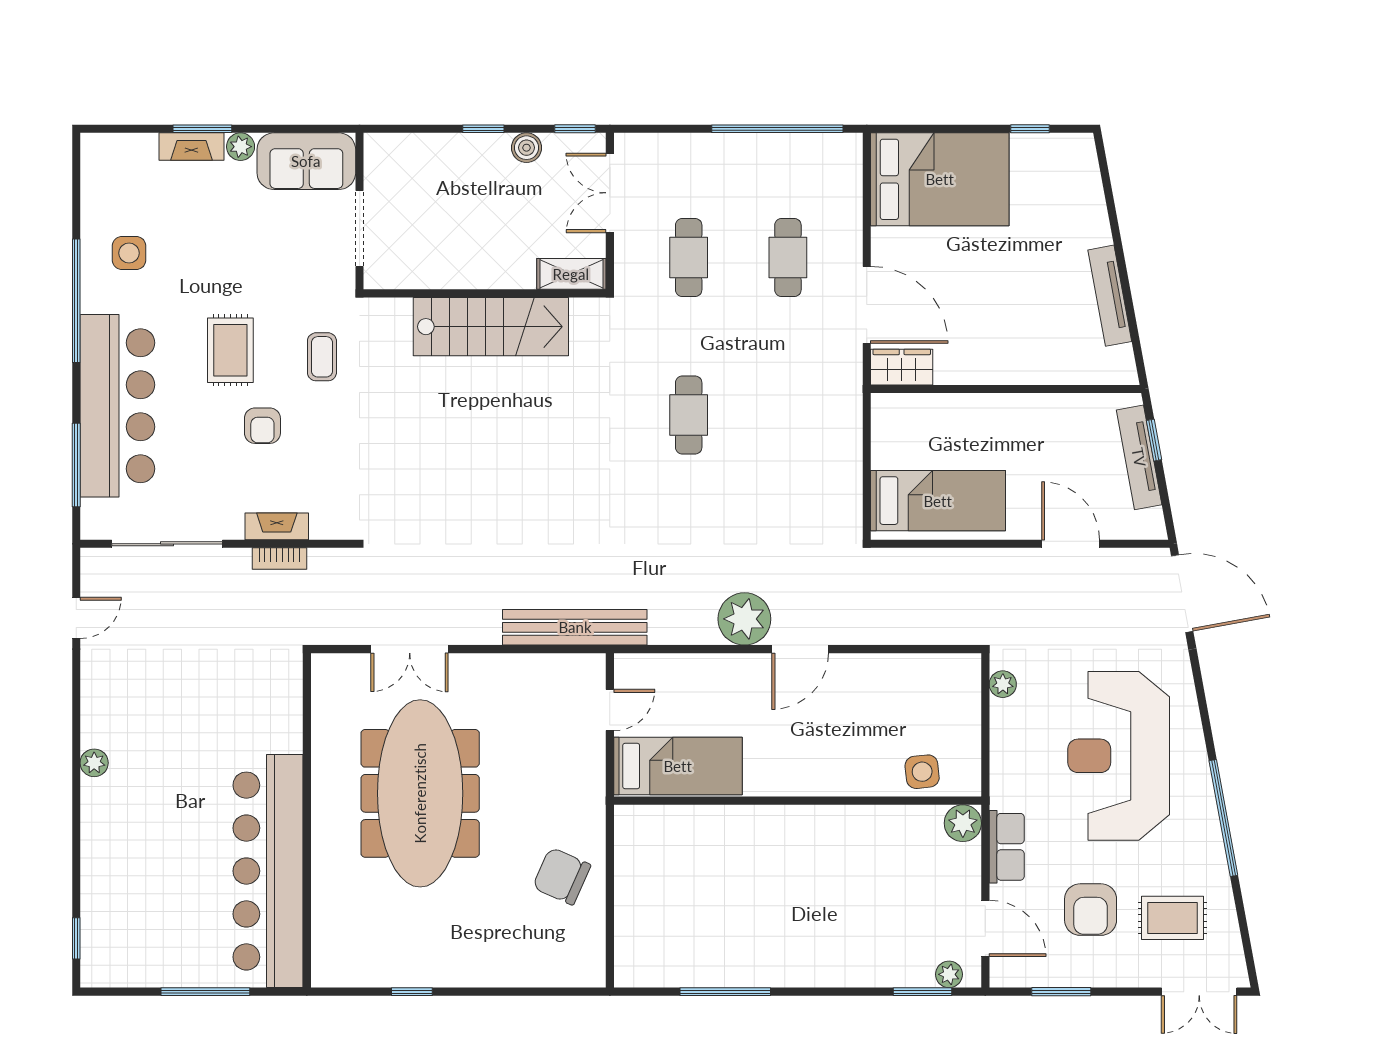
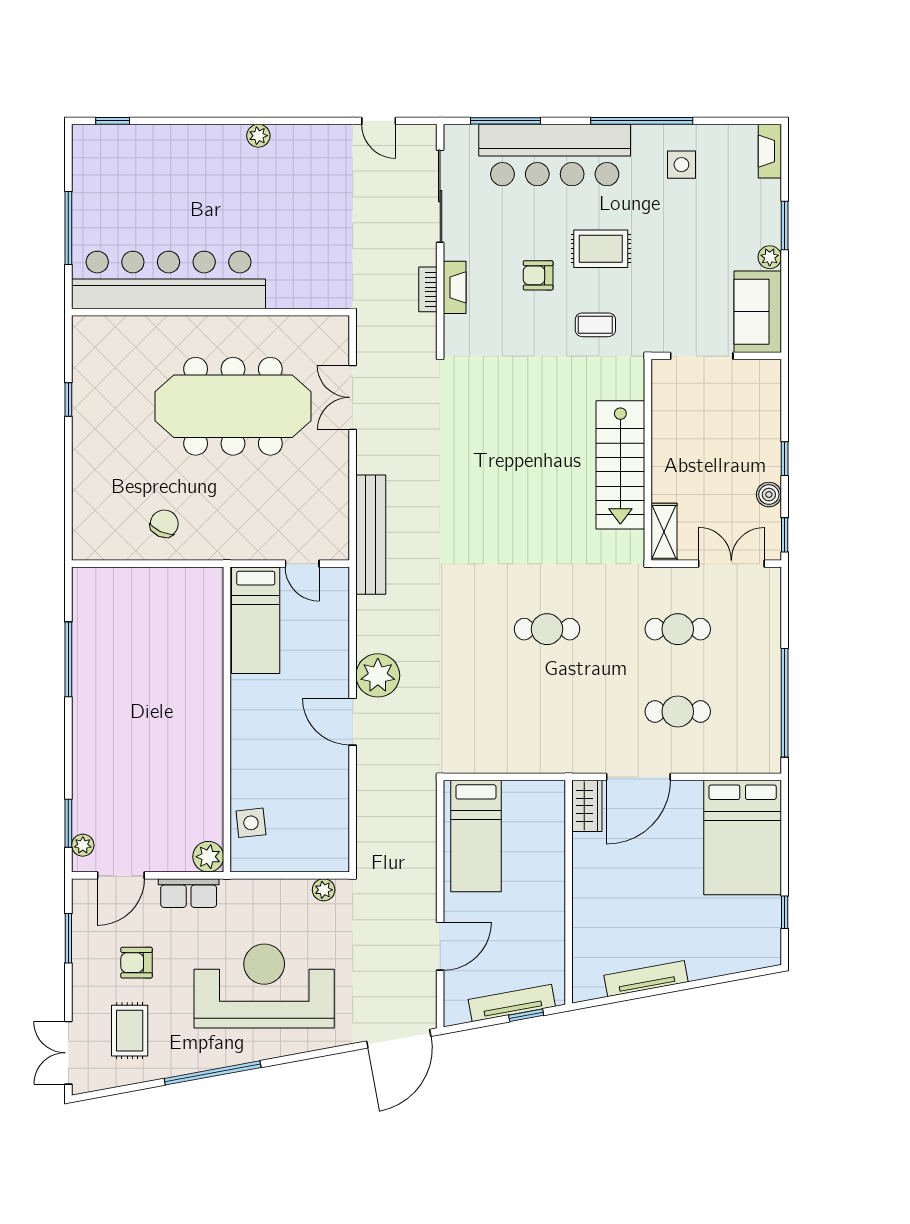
fireplace: (191, 147) -> (770, 151), moved
chair: (562, 876) -> (164, 524), width x0.73, depth x0.73
armchair: (1091, 910) -> (137, 963), width x0.72, depth x0.72

